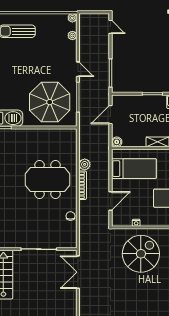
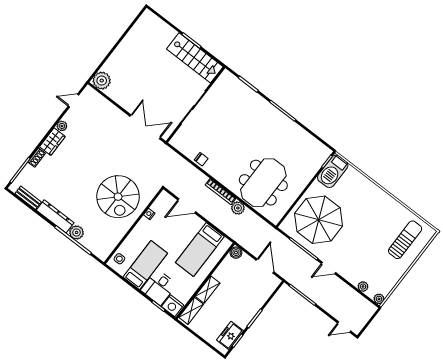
meeting table: (47, 180) -> (263, 183), moved
door: (110, 201) -> (187, 206), hinge flipped

